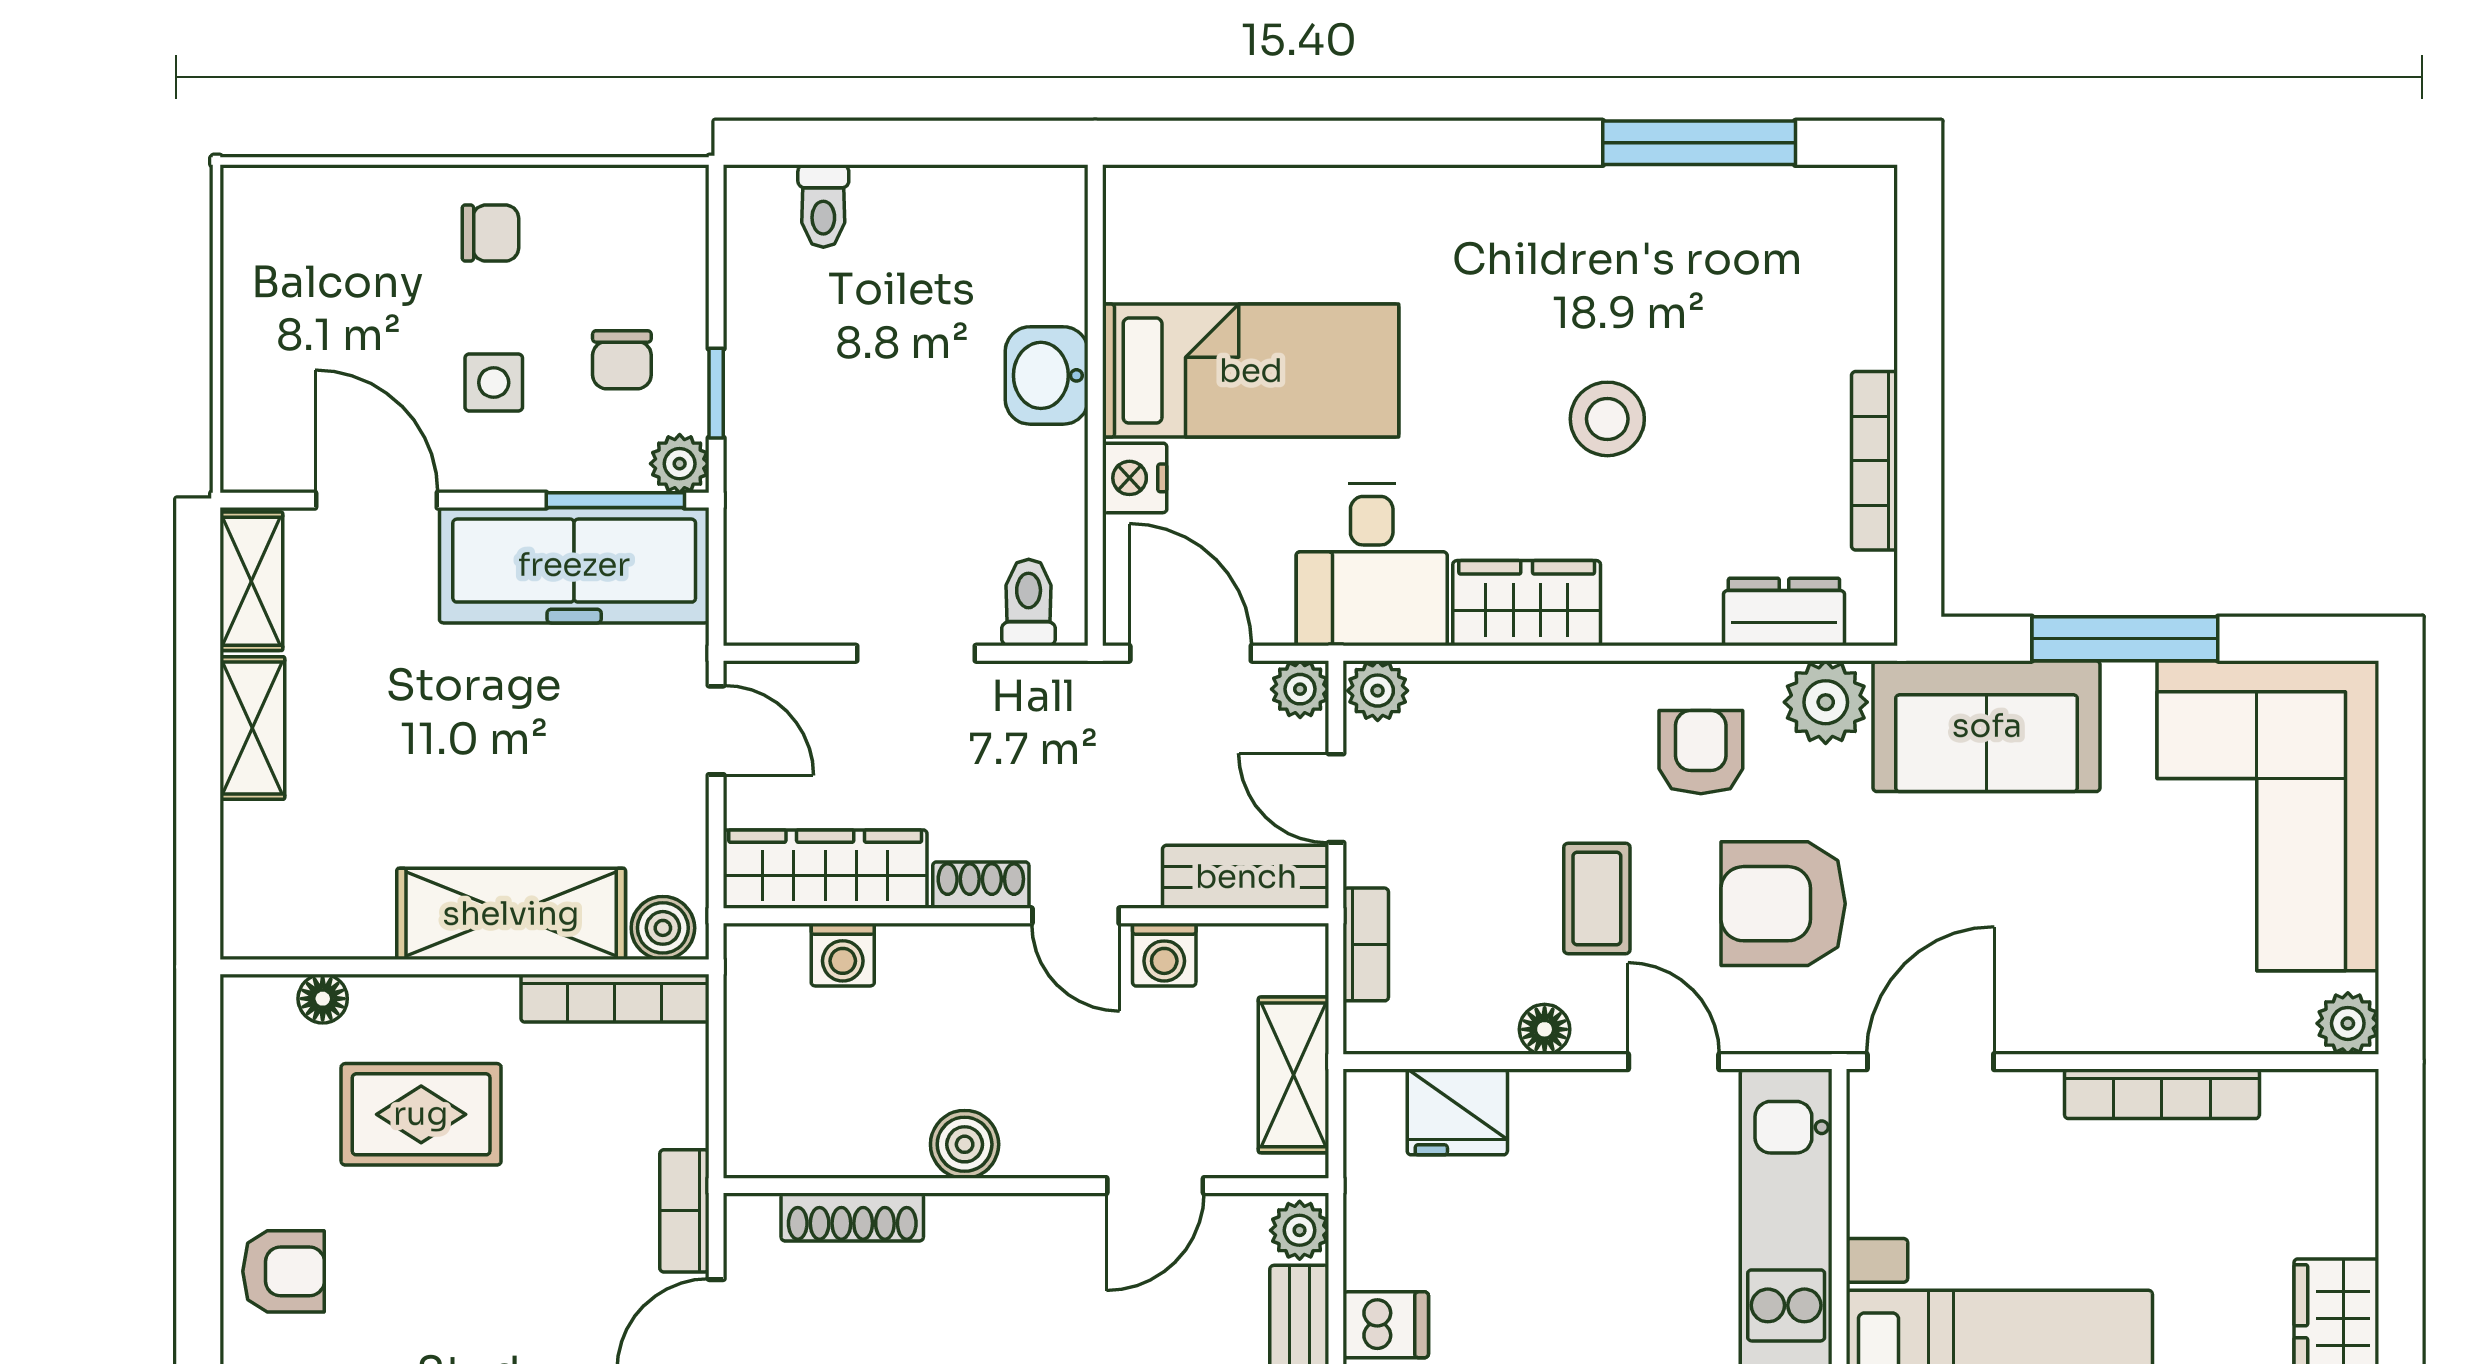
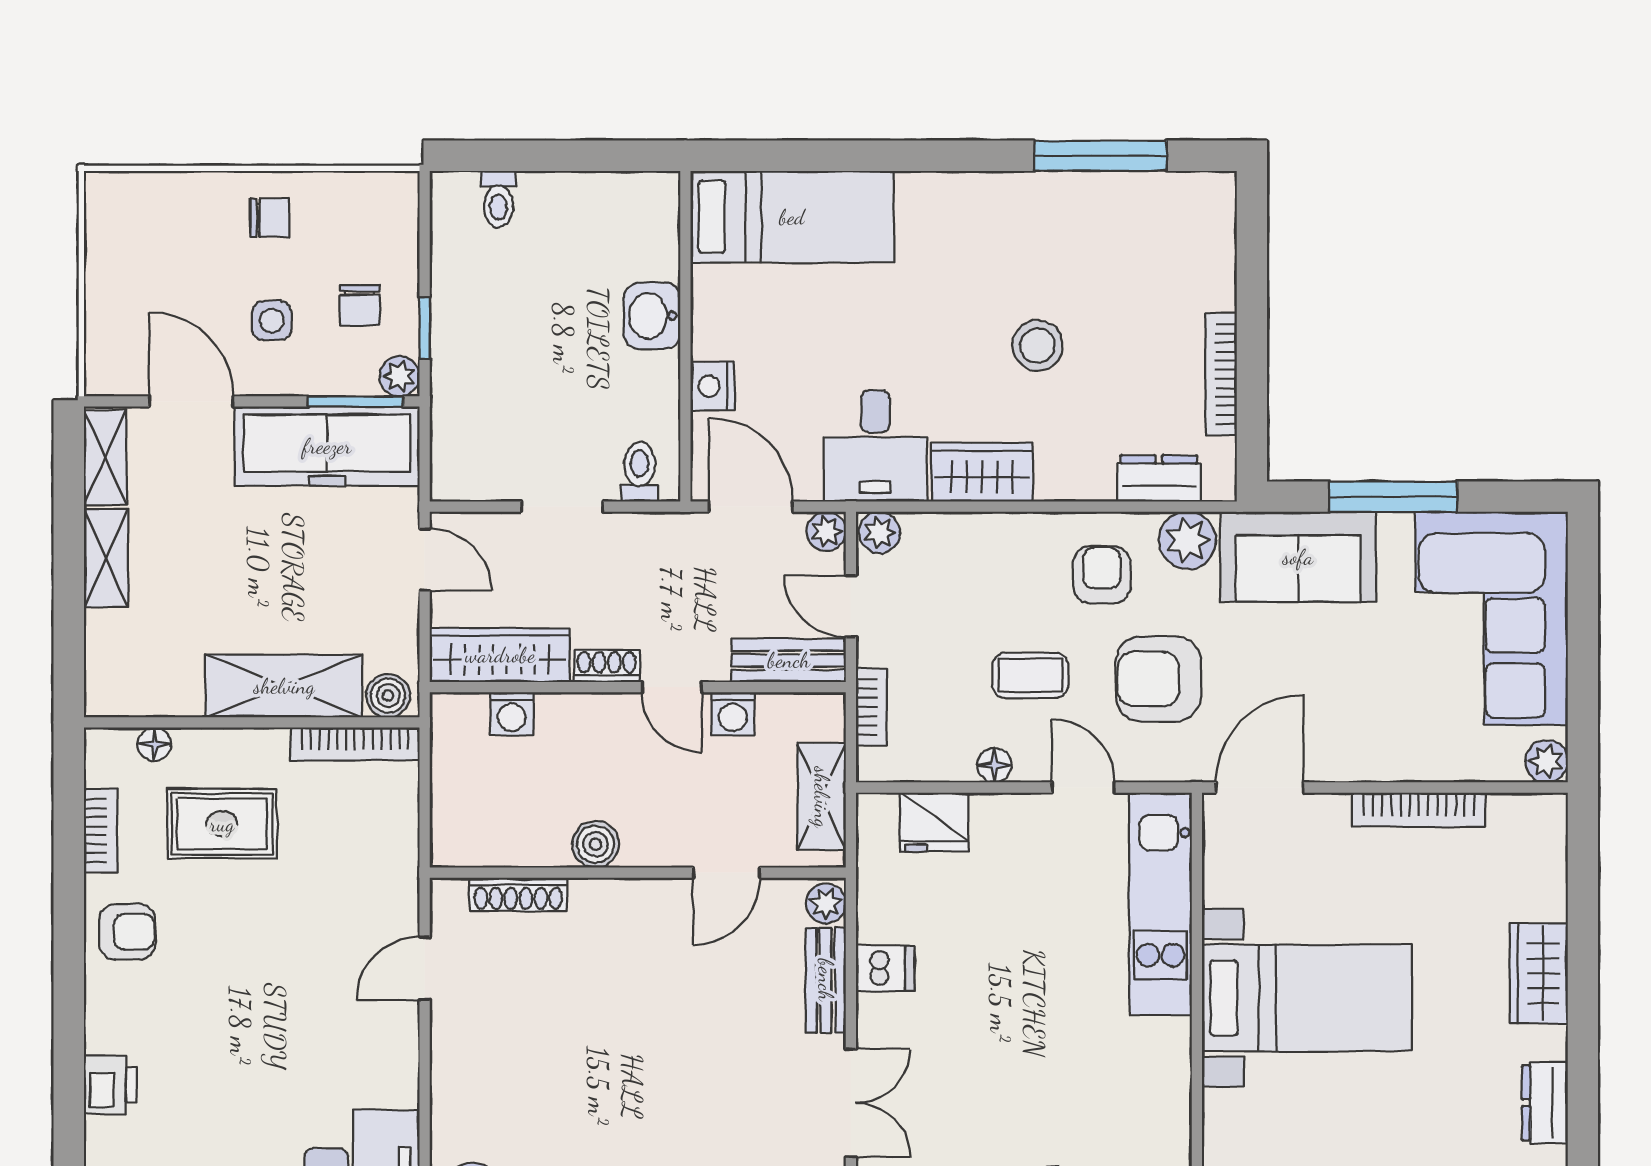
bed: (1251, 371) -> (792, 217), moved
coffee table: (1597, 898) -> (1030, 675), turned 90
bookcase: (684, 1211) -> (101, 831), moved, turned 180

